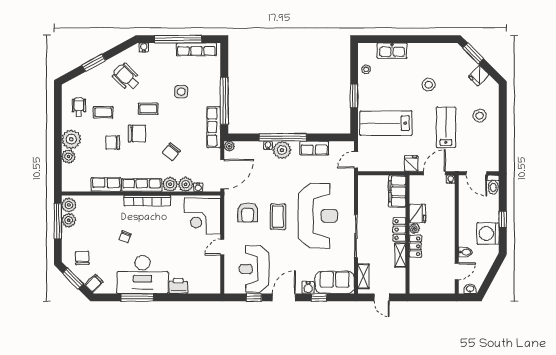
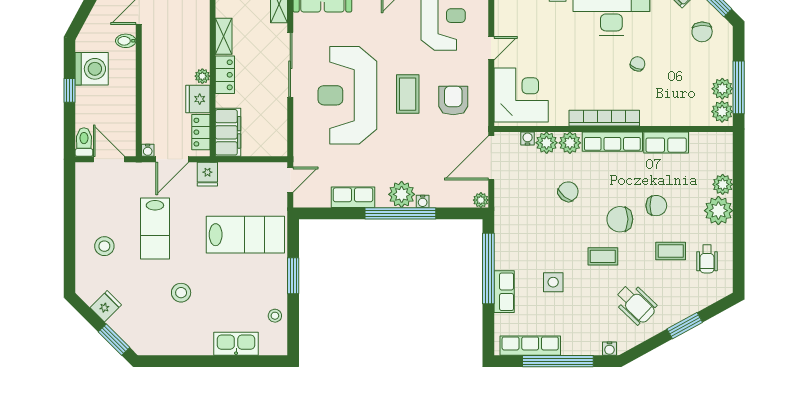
row of seats: (214, 127) -> (504, 292), moved, width x0.68
locker: (415, 246) -> (201, 132), moved

